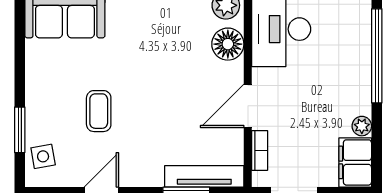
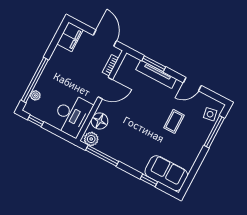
plant: (362, 126) -> (35, 95), moved
window: (20, 130) -> (214, 132), width x1.44
tv unit: (204, 176) -> (156, 74), moved

